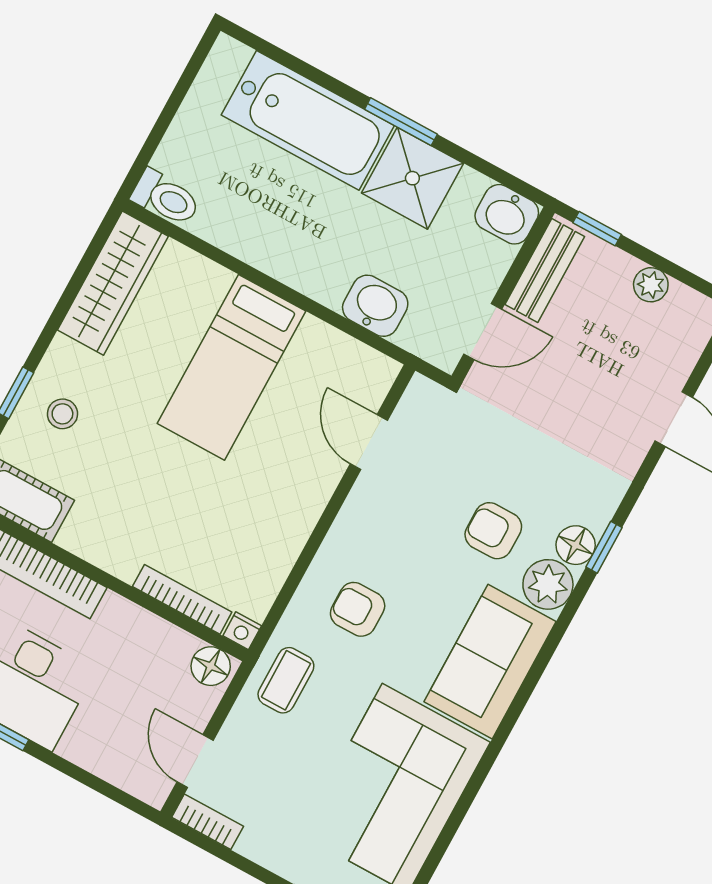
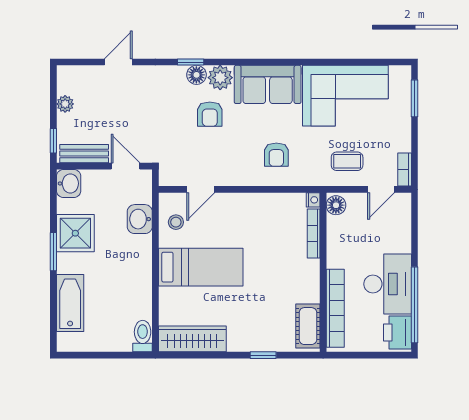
bathtub: (308, 120) -> (70, 303), width x0.73, depth x0.73
stool: (62, 414) -> (176, 222), moved
coffee table: (286, 680) -> (347, 161), moved

